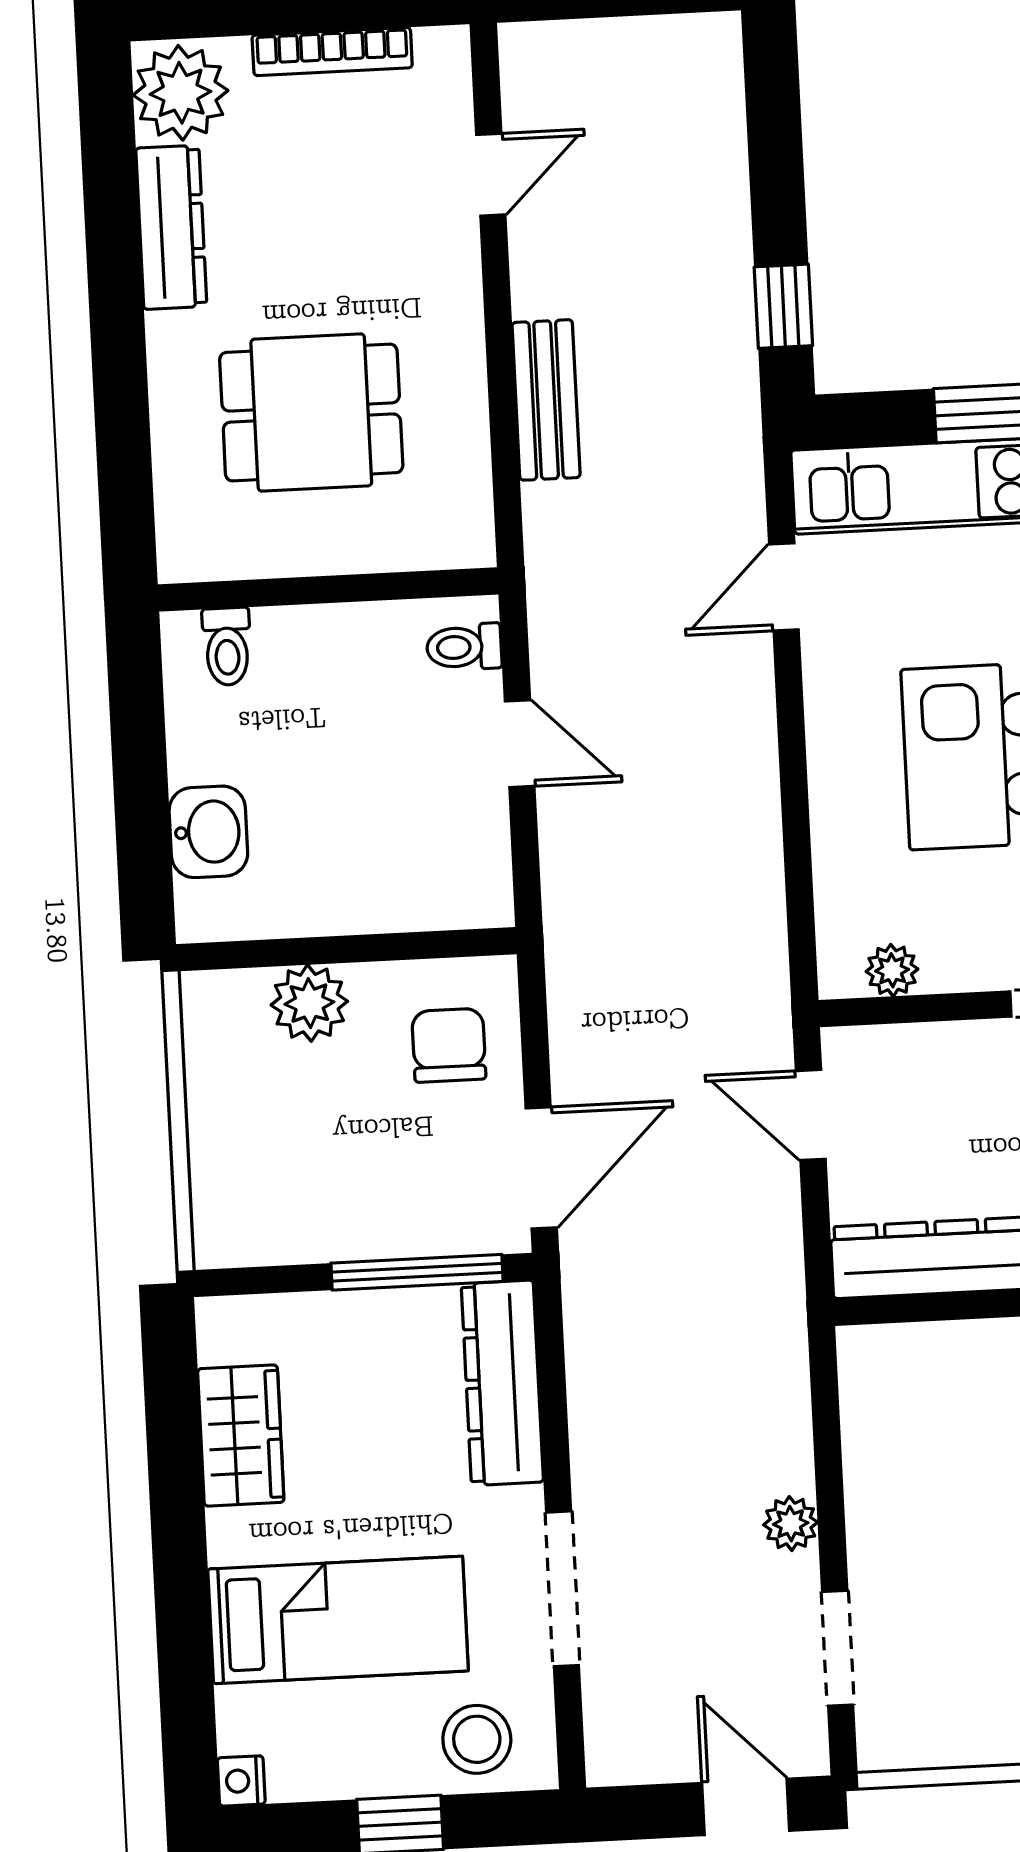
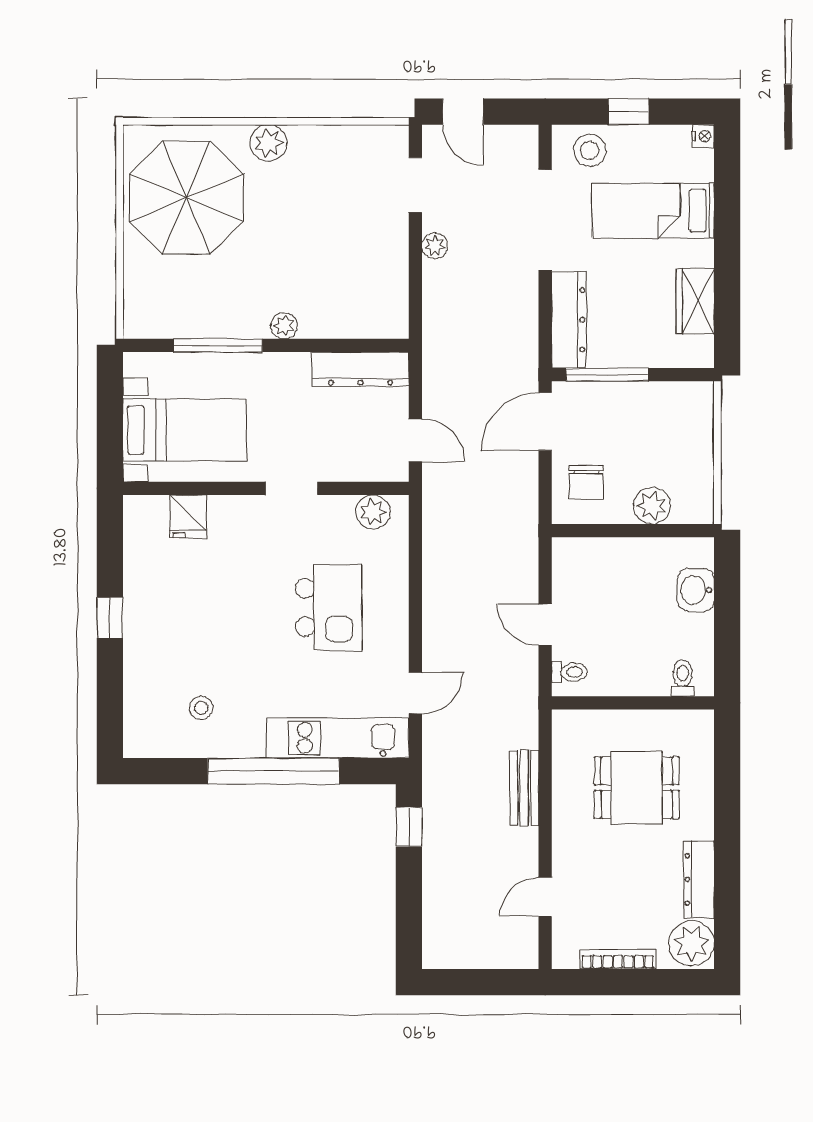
plant: (892, 970) -> (373, 512), width x1.38, depth x1.38
doorway: (562, 1589) -> (545, 220), width x1.36

